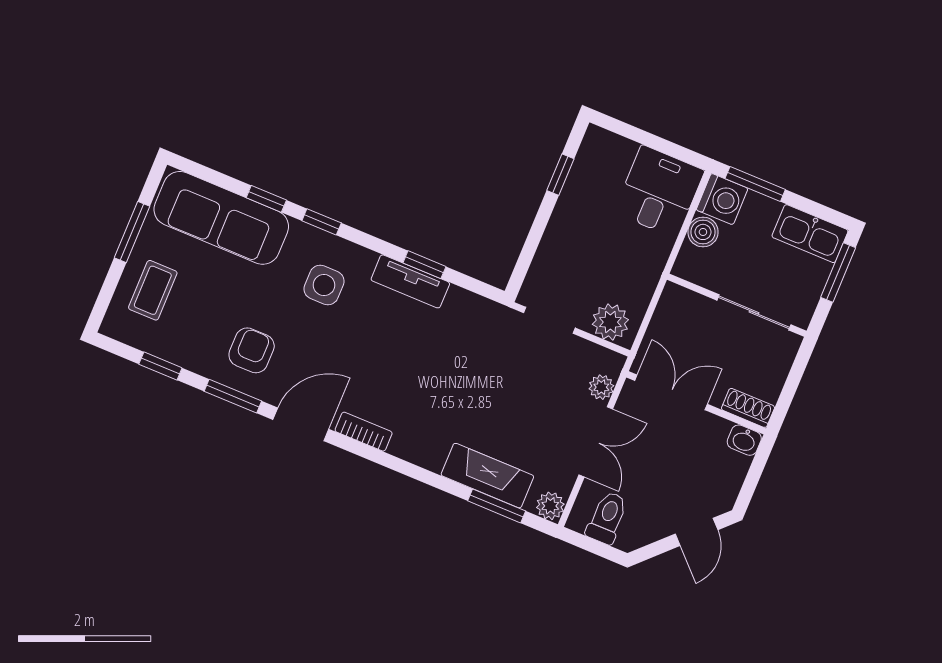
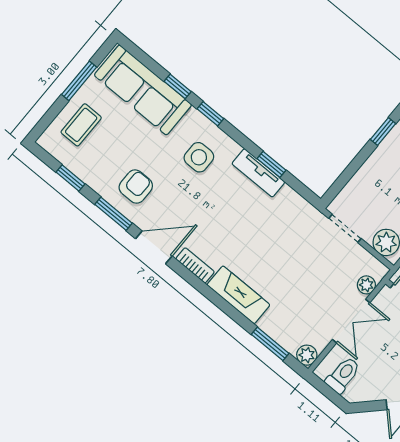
fireplace: (487, 476) -> (238, 295), moved

